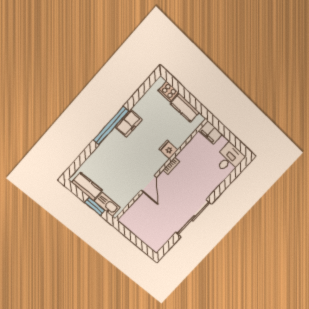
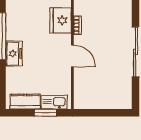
freezer: (128, 123) -> (14, 54), moved
fridge: (168, 149) -> (61, 20), width x1.88, depth x1.34

